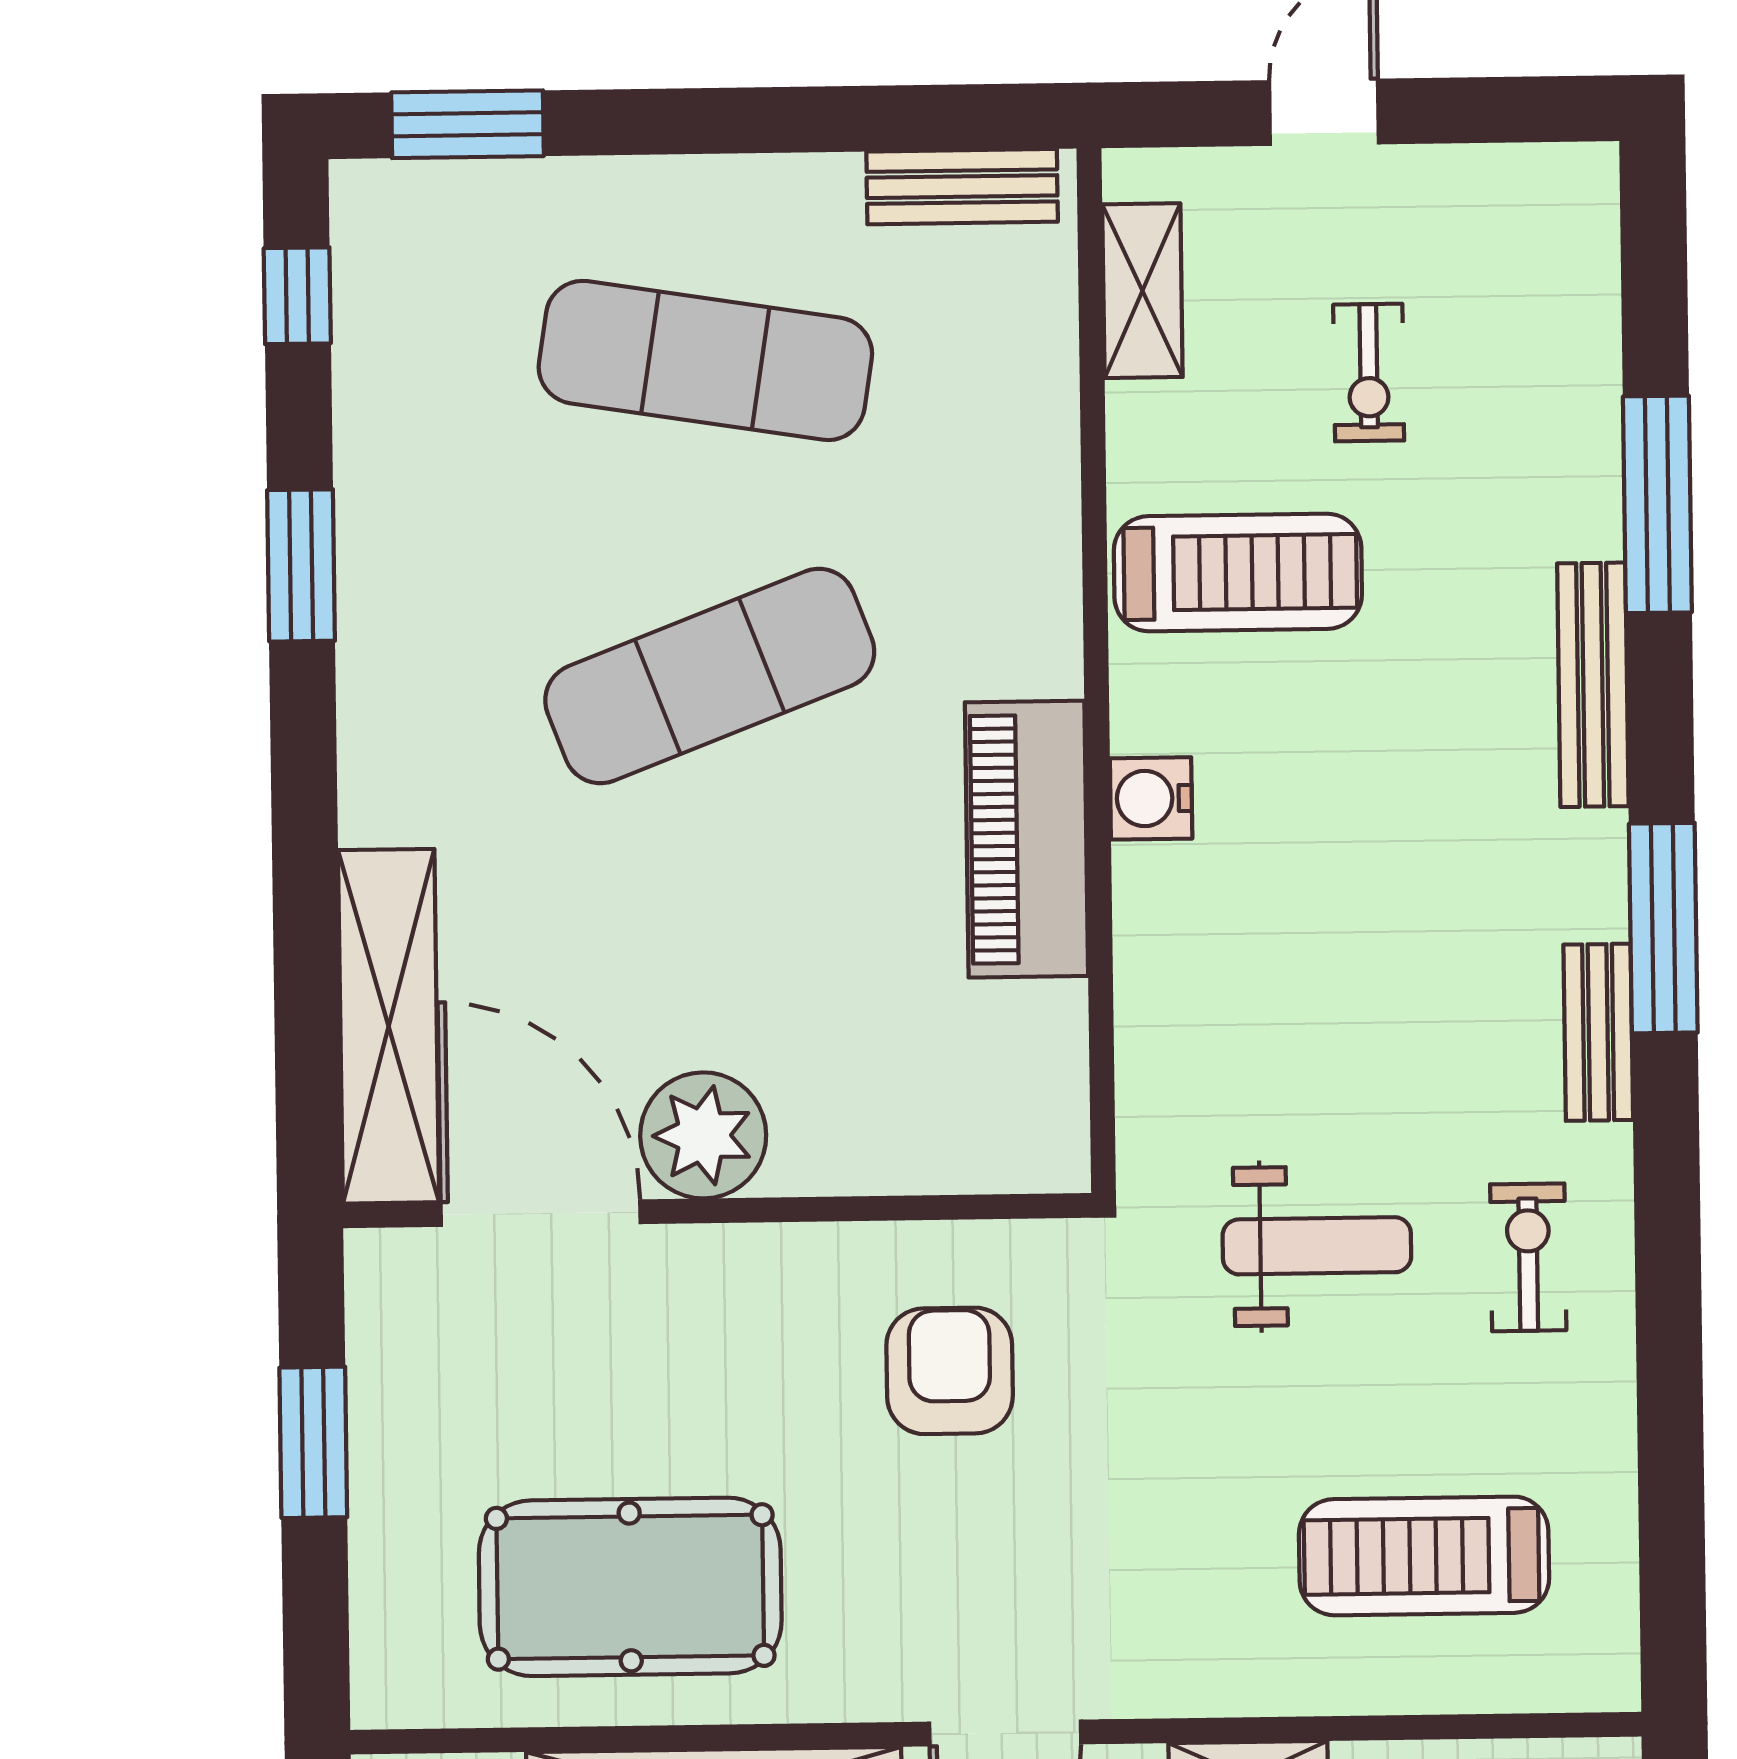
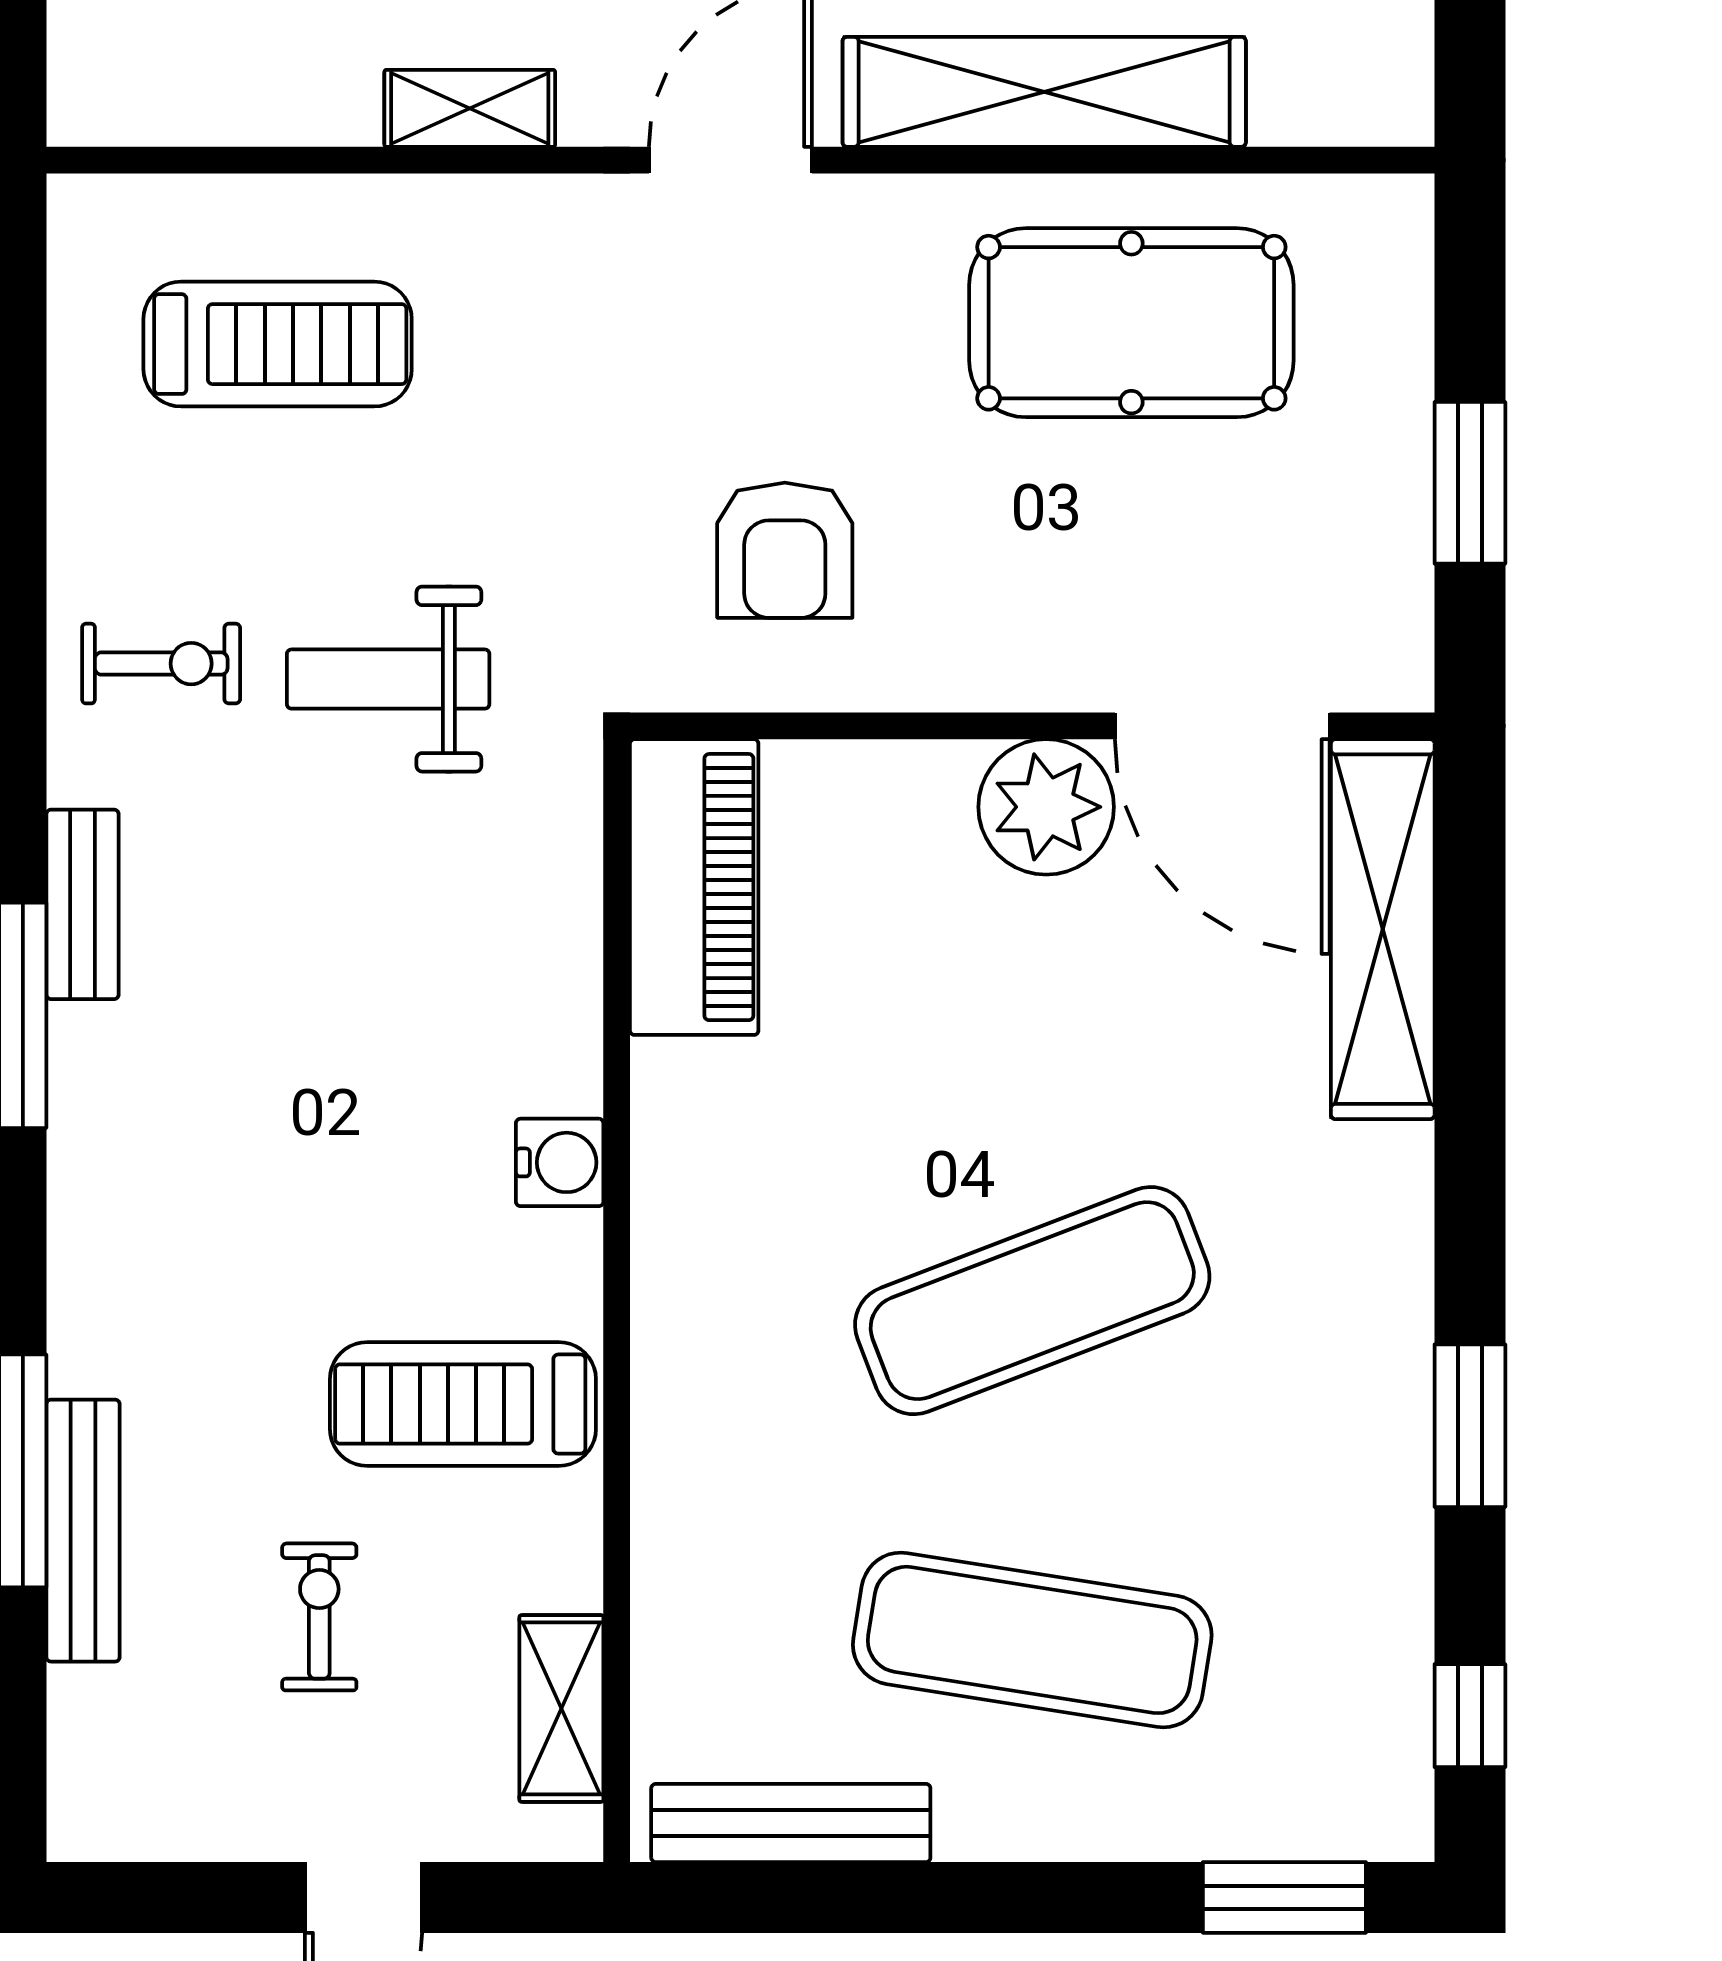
bench: (962, 187) -> (791, 1823), width x1.36
bench: (1593, 685) -> (83, 1531), moved
piano: (1026, 839) -> (694, 887), moved
exercise bike: (1528, 1257) -> (161, 664), turned -90

